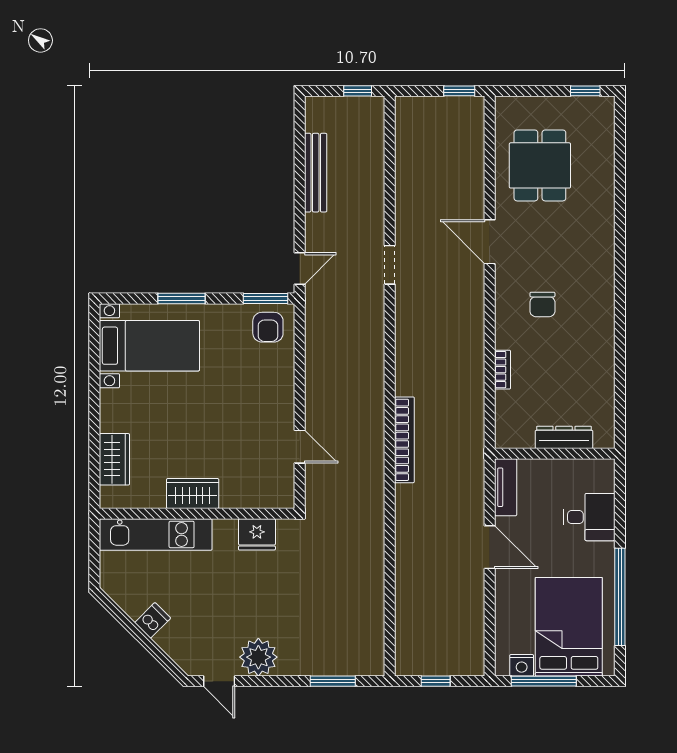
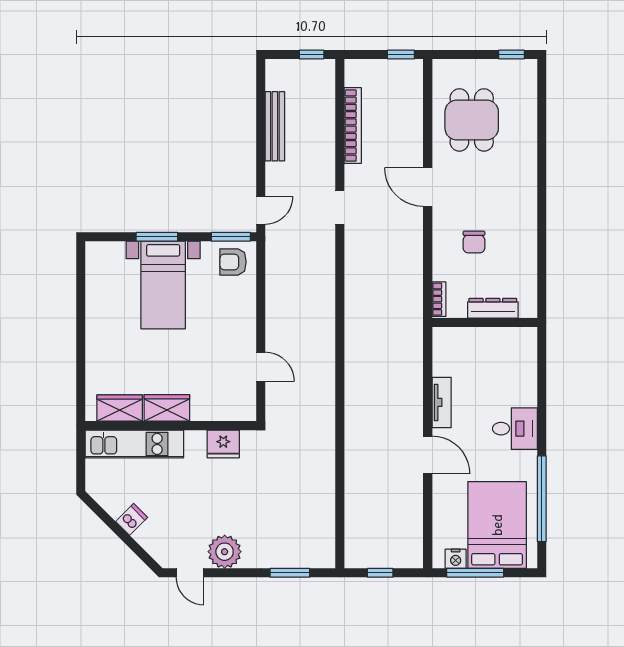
armchair: (268, 327) -> (233, 262), turned 90
bed with nightstands: (149, 346) -> (163, 285), moved, turned 90
dresser: (564, 437) -> (493, 308), moved
bookcase: (404, 440) -> (353, 125), moved
wall: (555, 454) -> (485, 322), moved
wardrobe: (114, 459) -> (120, 408), moved, turned -90

